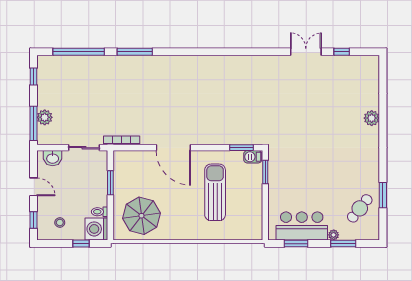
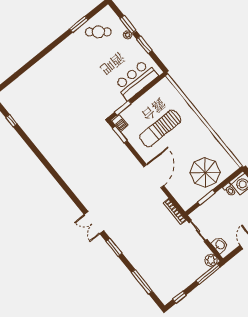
window: (79, 52) -> (142, 282), width x0.68
window: (135, 52) -> (114, 247), width x0.69
double door: (306, 52) -> (94, 223), moved
plant: (45, 117) -> (211, 260), moved
plant: (372, 118) -> (37, 69), removed
parasol: (141, 216) -> (205, 172), moved
bar counter: (302, 226) -> (136, 80), moved, turned 90
window: (296, 244) -> (144, 45), moved

